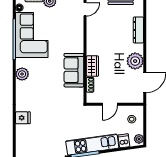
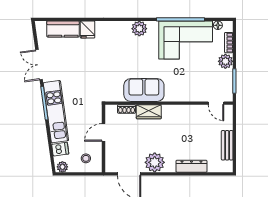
door: (110, 104) -> (103, 132), hinge flipped
kitchen counter: (22, 138) -> (63, 29), added

